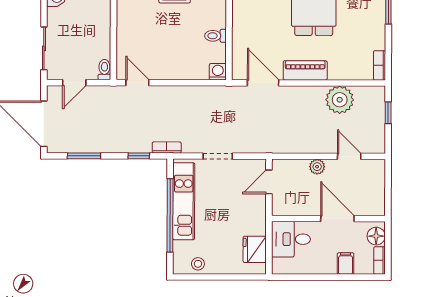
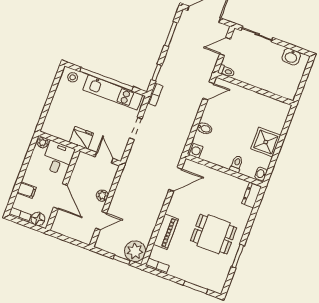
toilet: (216, 36) -> (237, 164), moved
bidet: (186, 70) -> (205, 128), added
piano: (305, 70) -> (166, 232), moved
door: (74, 83) -> (225, 47), hinge flipped
plant: (340, 100) -> (135, 251), moved
door: (337, 219) -> (60, 196), hinge flipped
fridge: (255, 249) -> (81, 138), moved
stool: (198, 264) -> (73, 77), moved
plant: (279, 266) -> (43, 143), added

